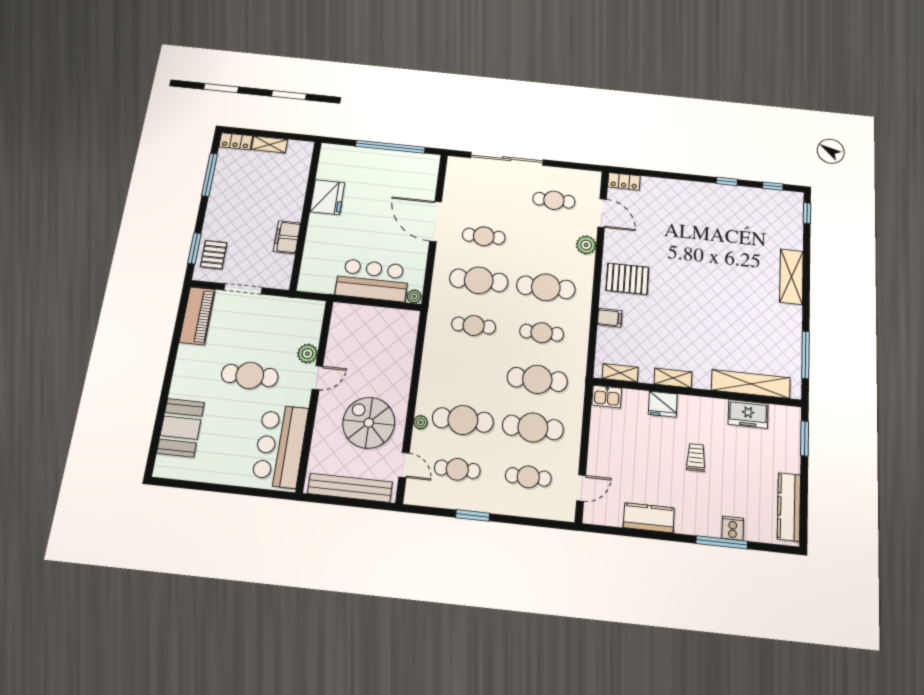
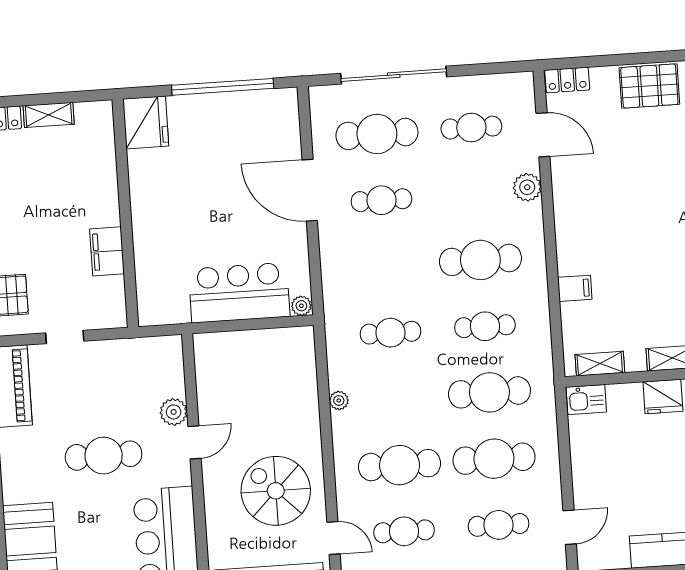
fridge: (327, 197) -> (146, 122), moved
pallet: (627, 279) -> (649, 86), moved
cafe table: (479, 280) -> (377, 134), moved
doorway: (243, 289) -> (65, 337), width x0.73
plant: (421, 422) -> (339, 400), moved

